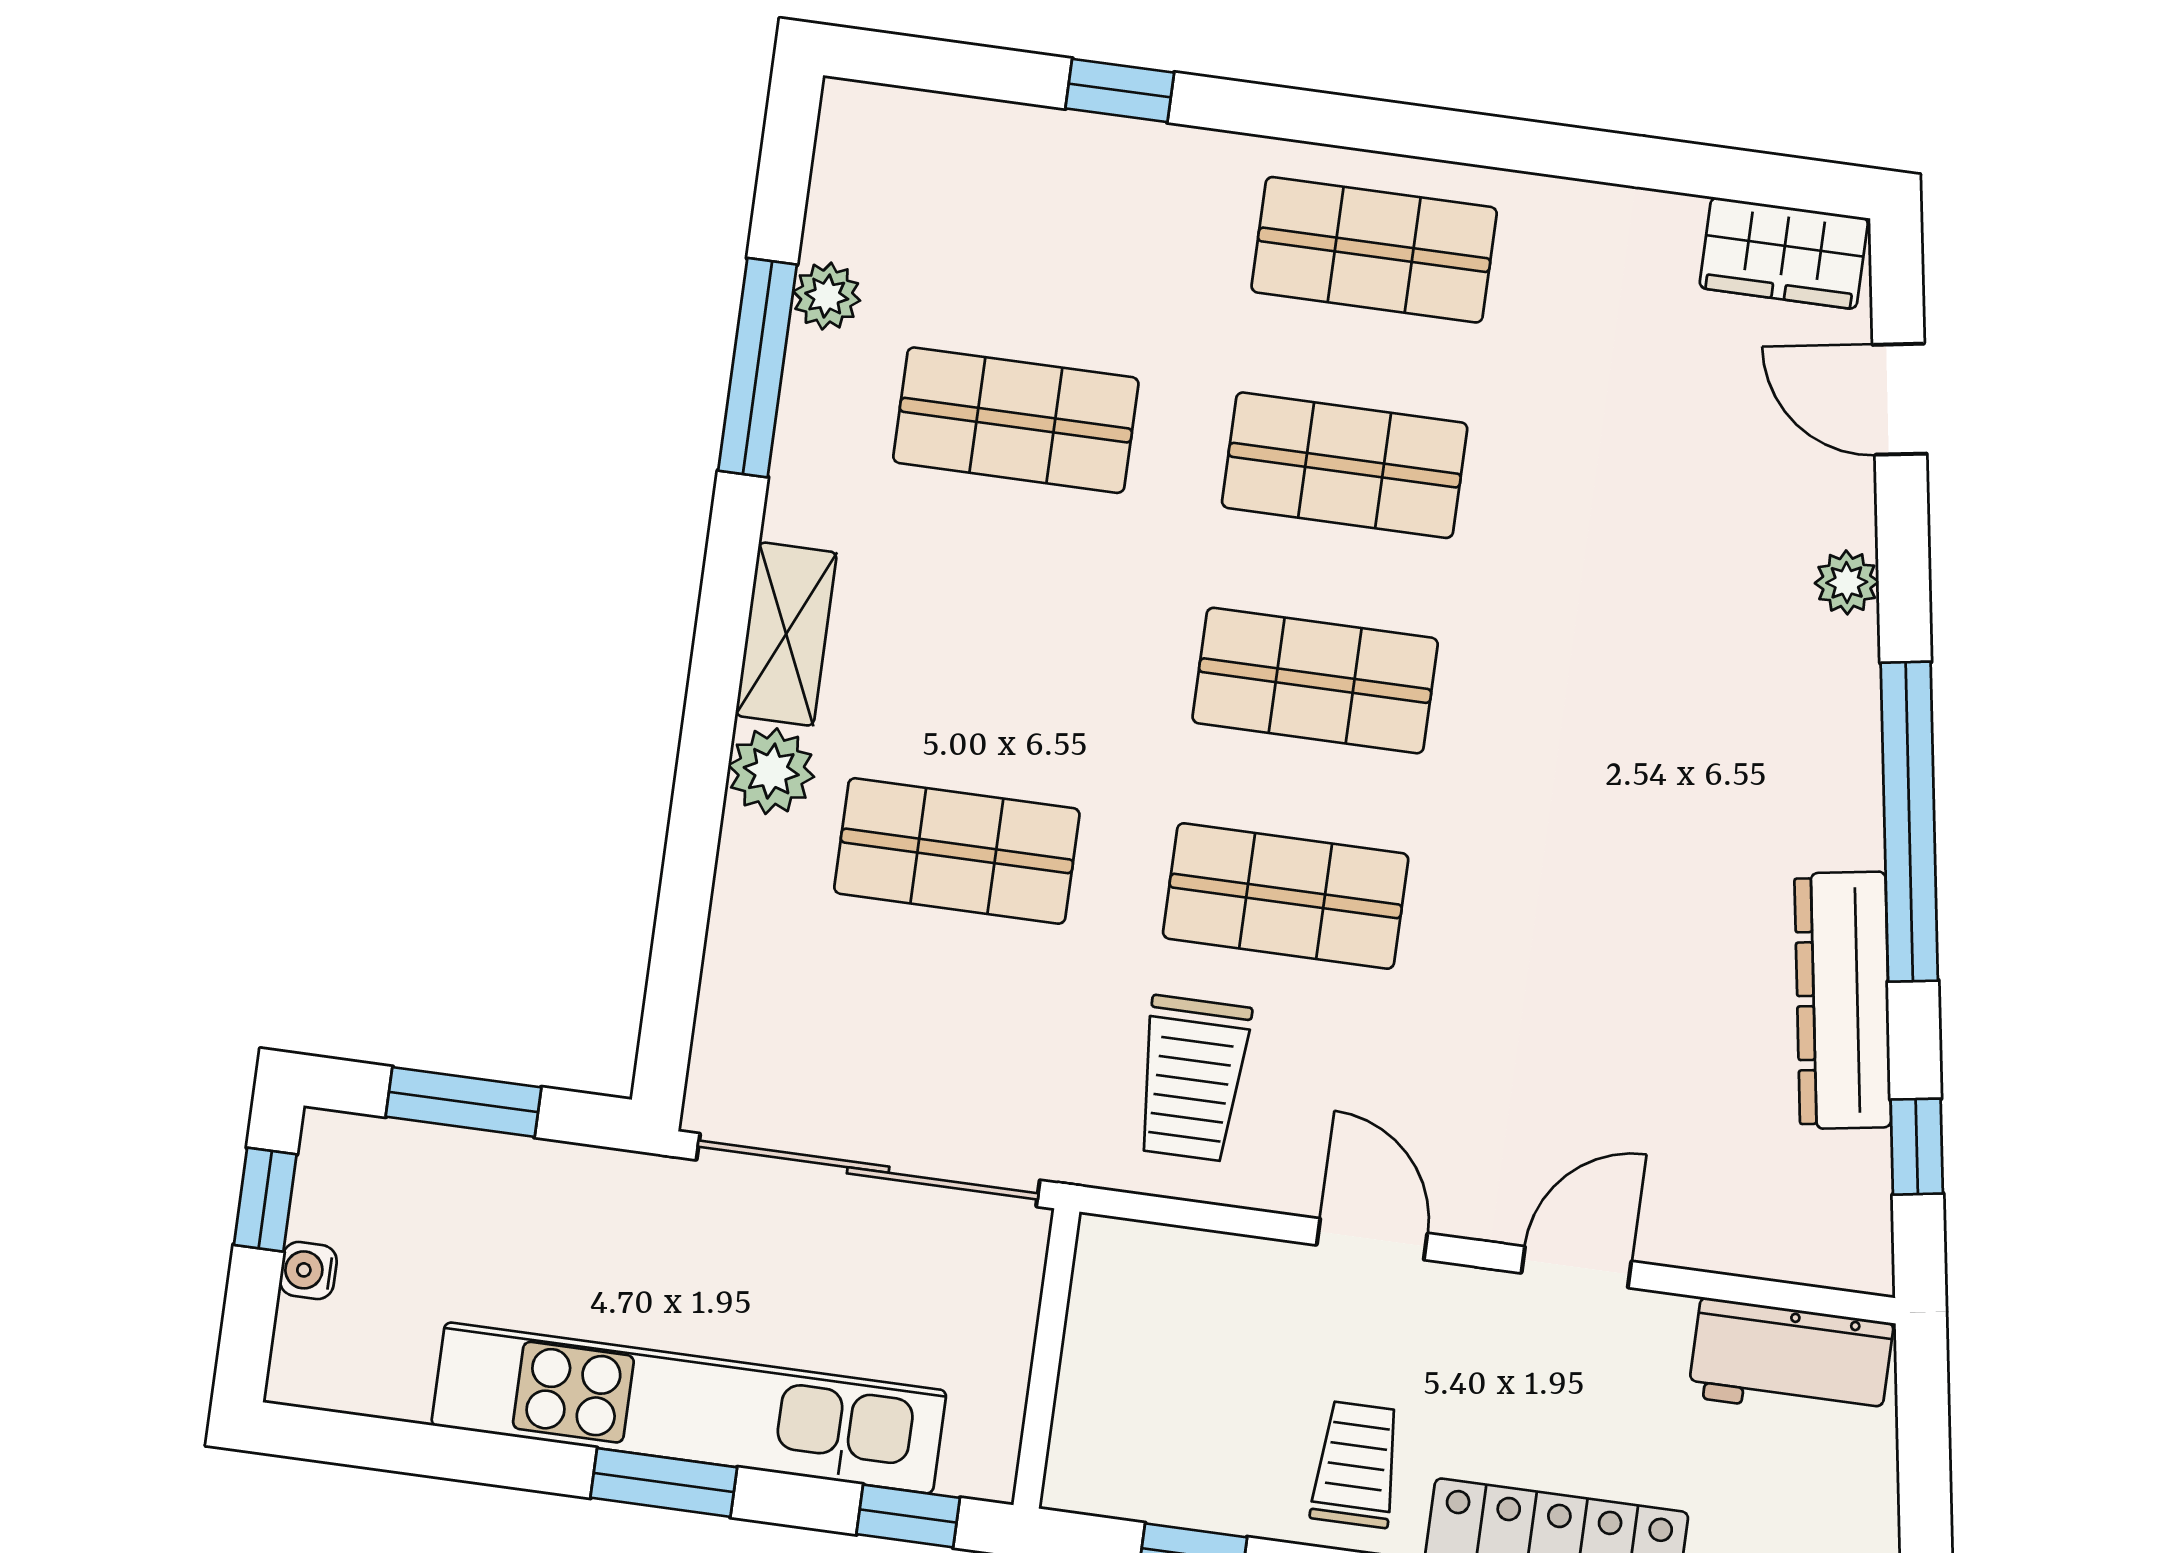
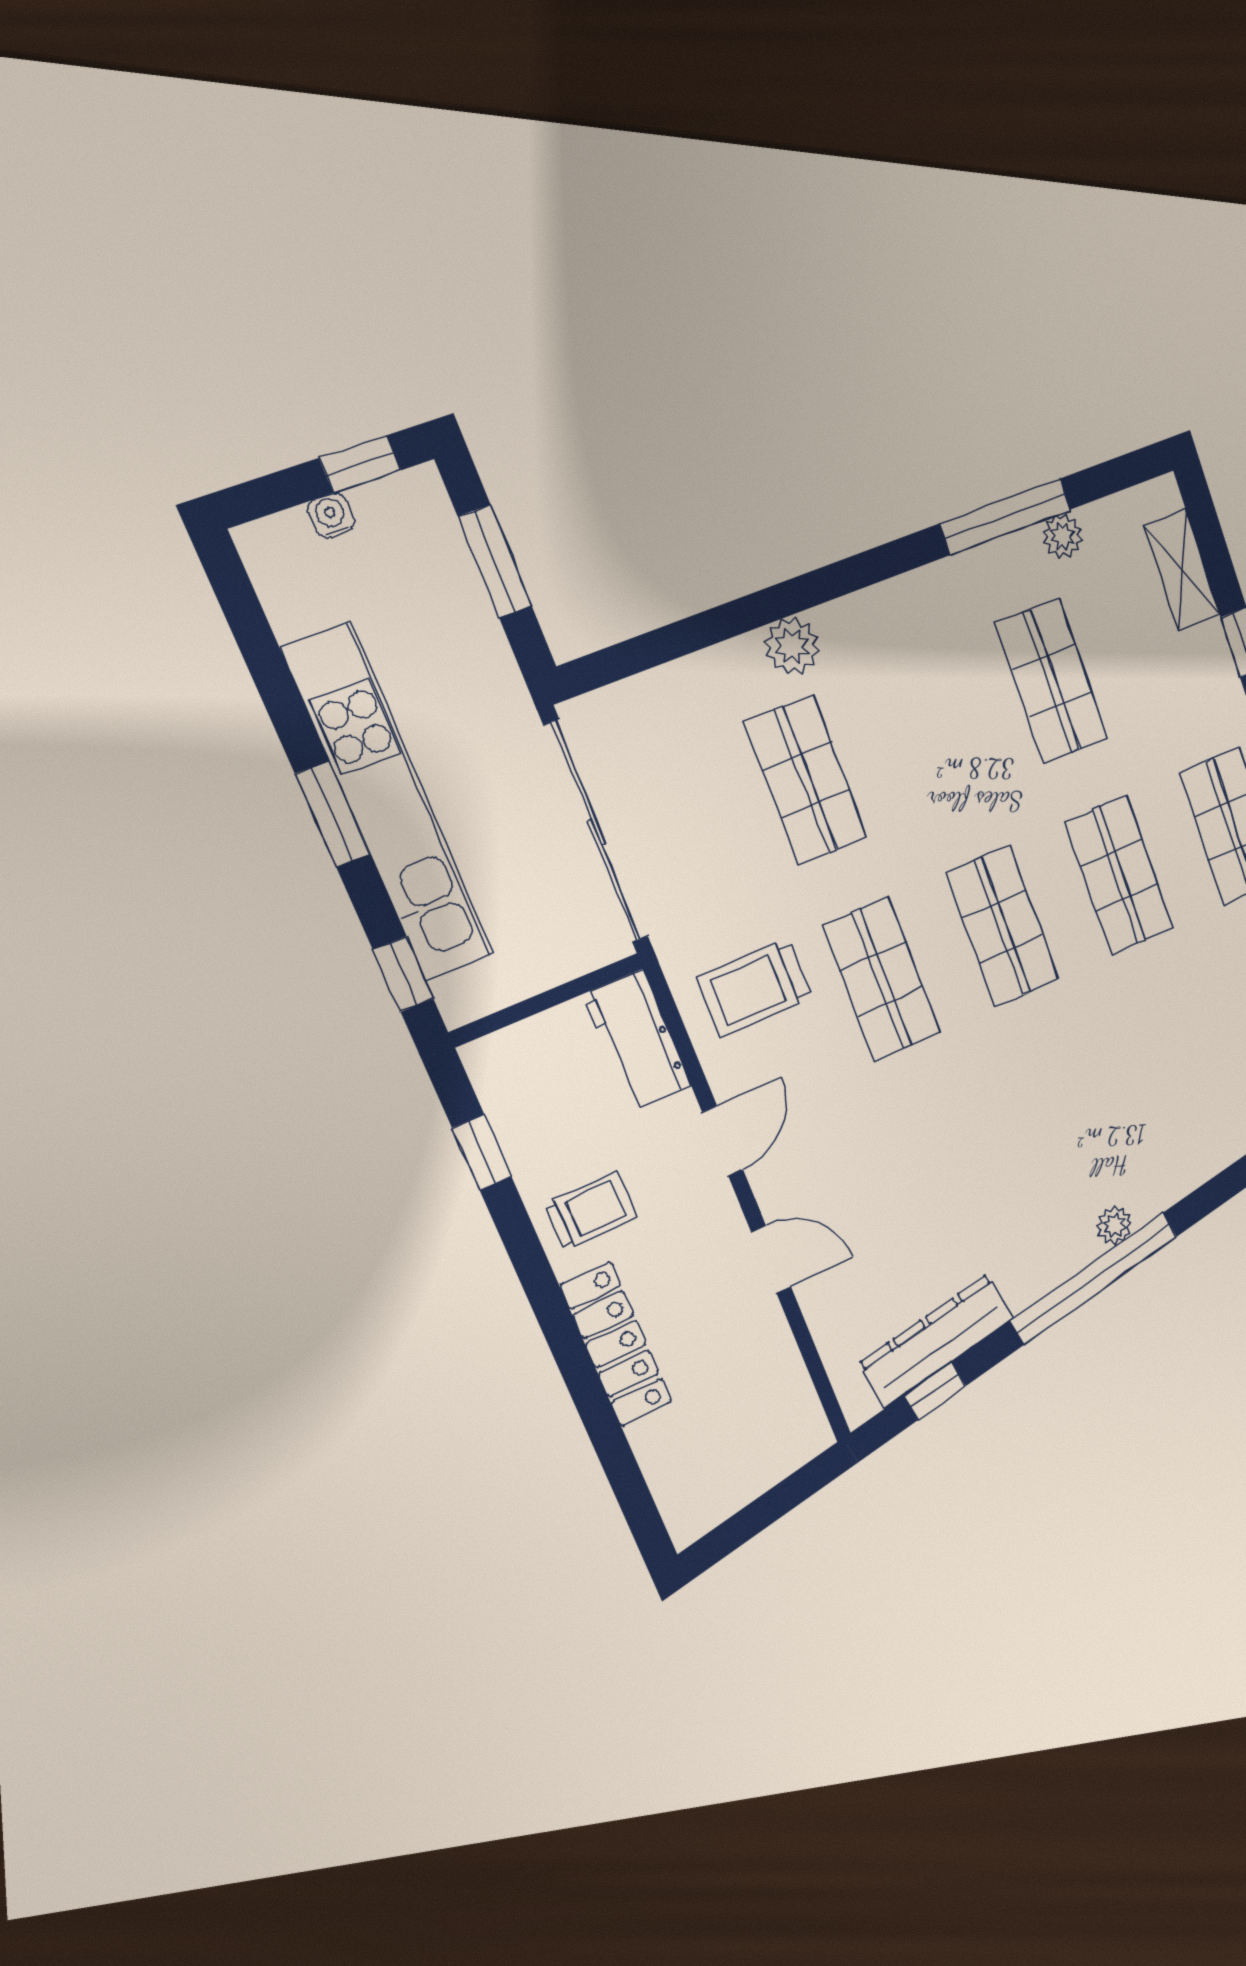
plant: (1847, 582) -> (1114, 1225), moved
shelving: (786, 634) -> (1182, 570), moved, turned 90
dresser: (1843, 1000) -> (936, 1340), moved
workbench: (1791, 1360) -> (637, 1041), moved

